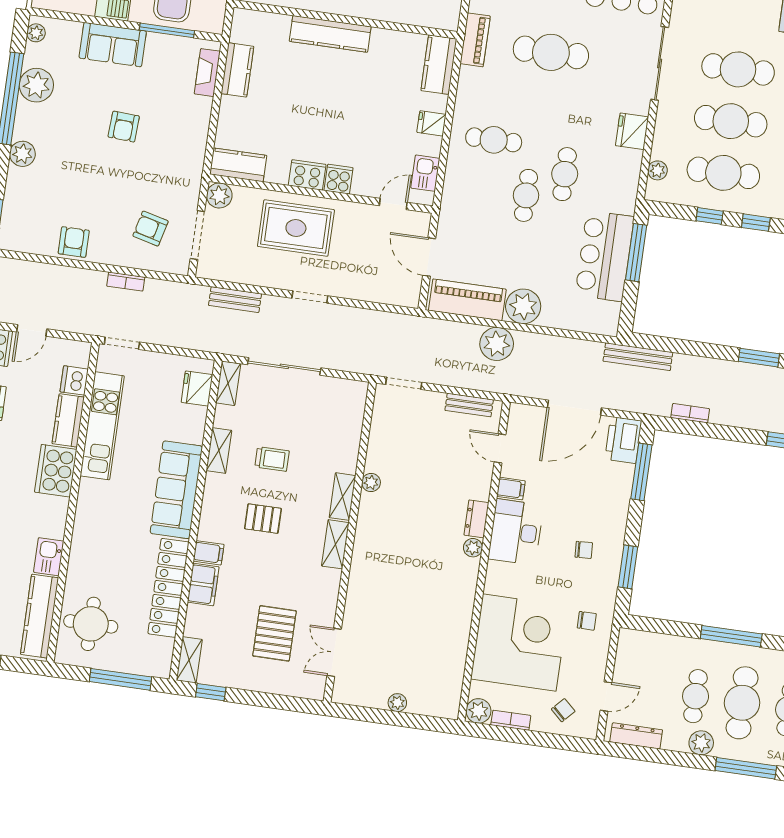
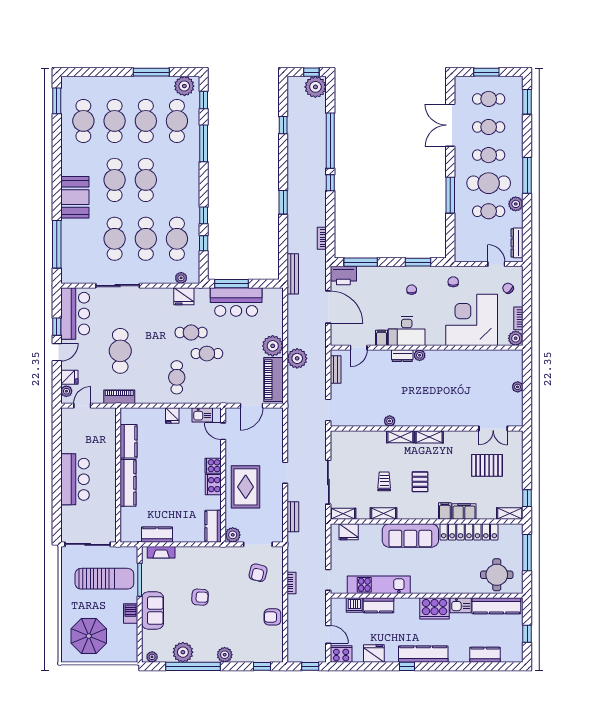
kitchen counter: (439, 65) -> (128, 441), moved, turned -90
fridge: (632, 131) -> (184, 296), moved
cooker: (56, 471) -> (435, 608), moved

